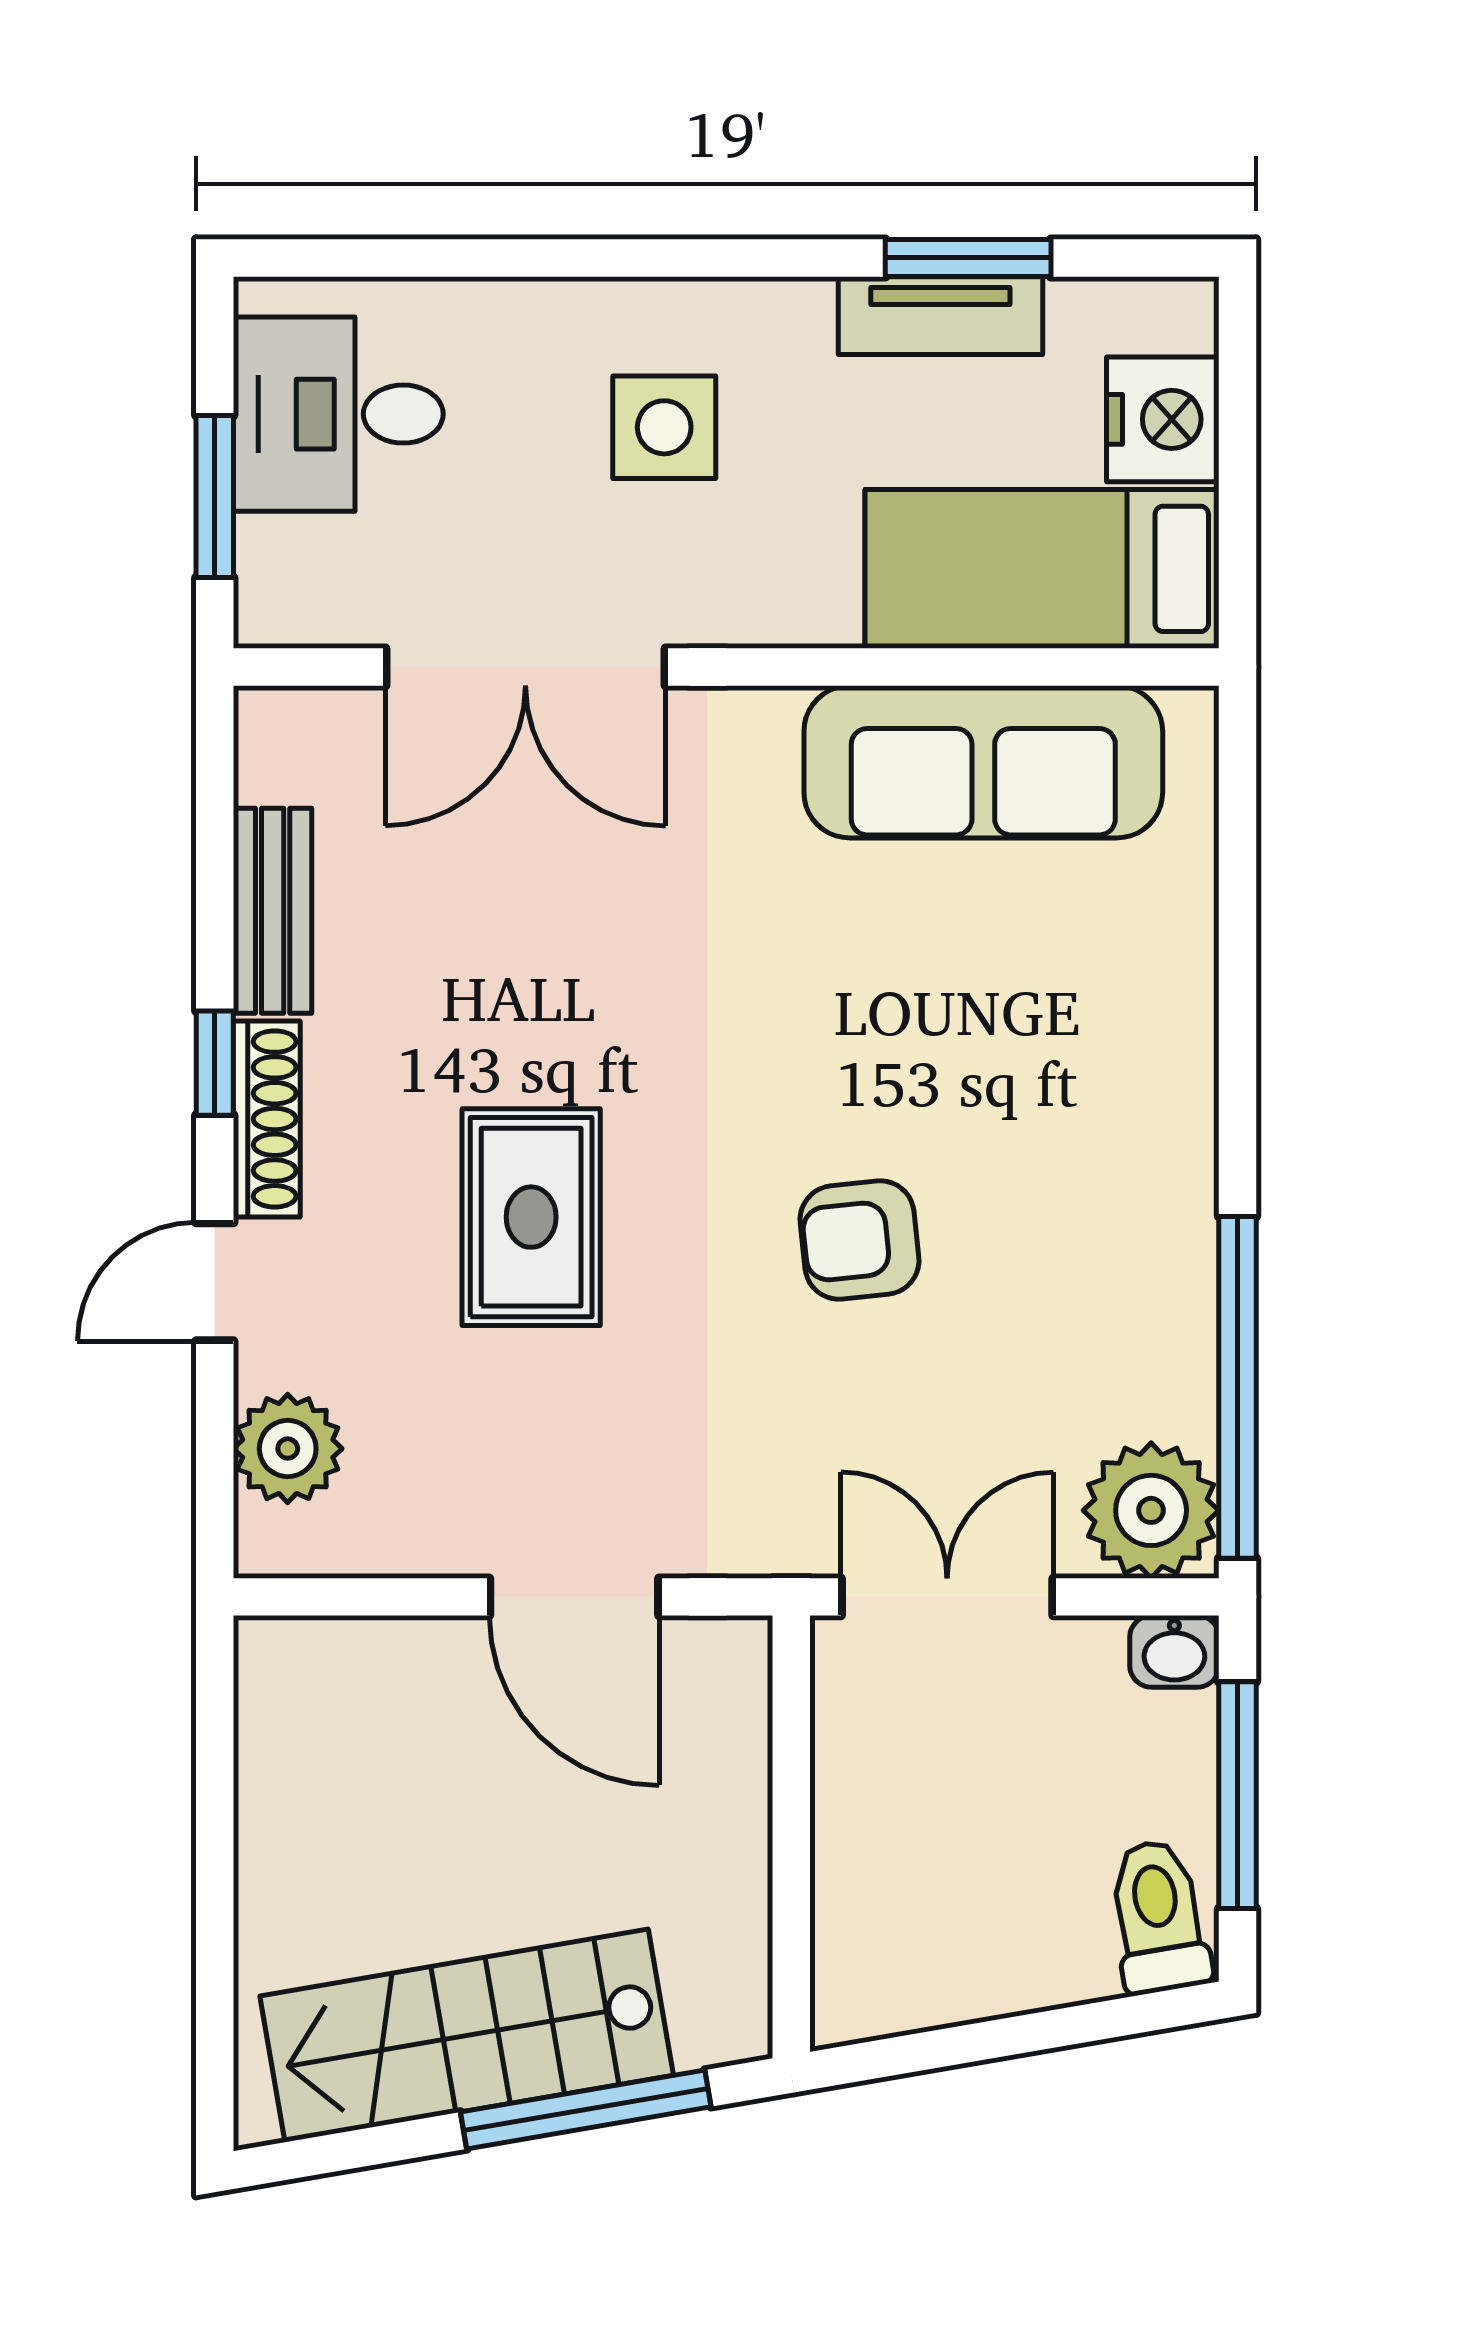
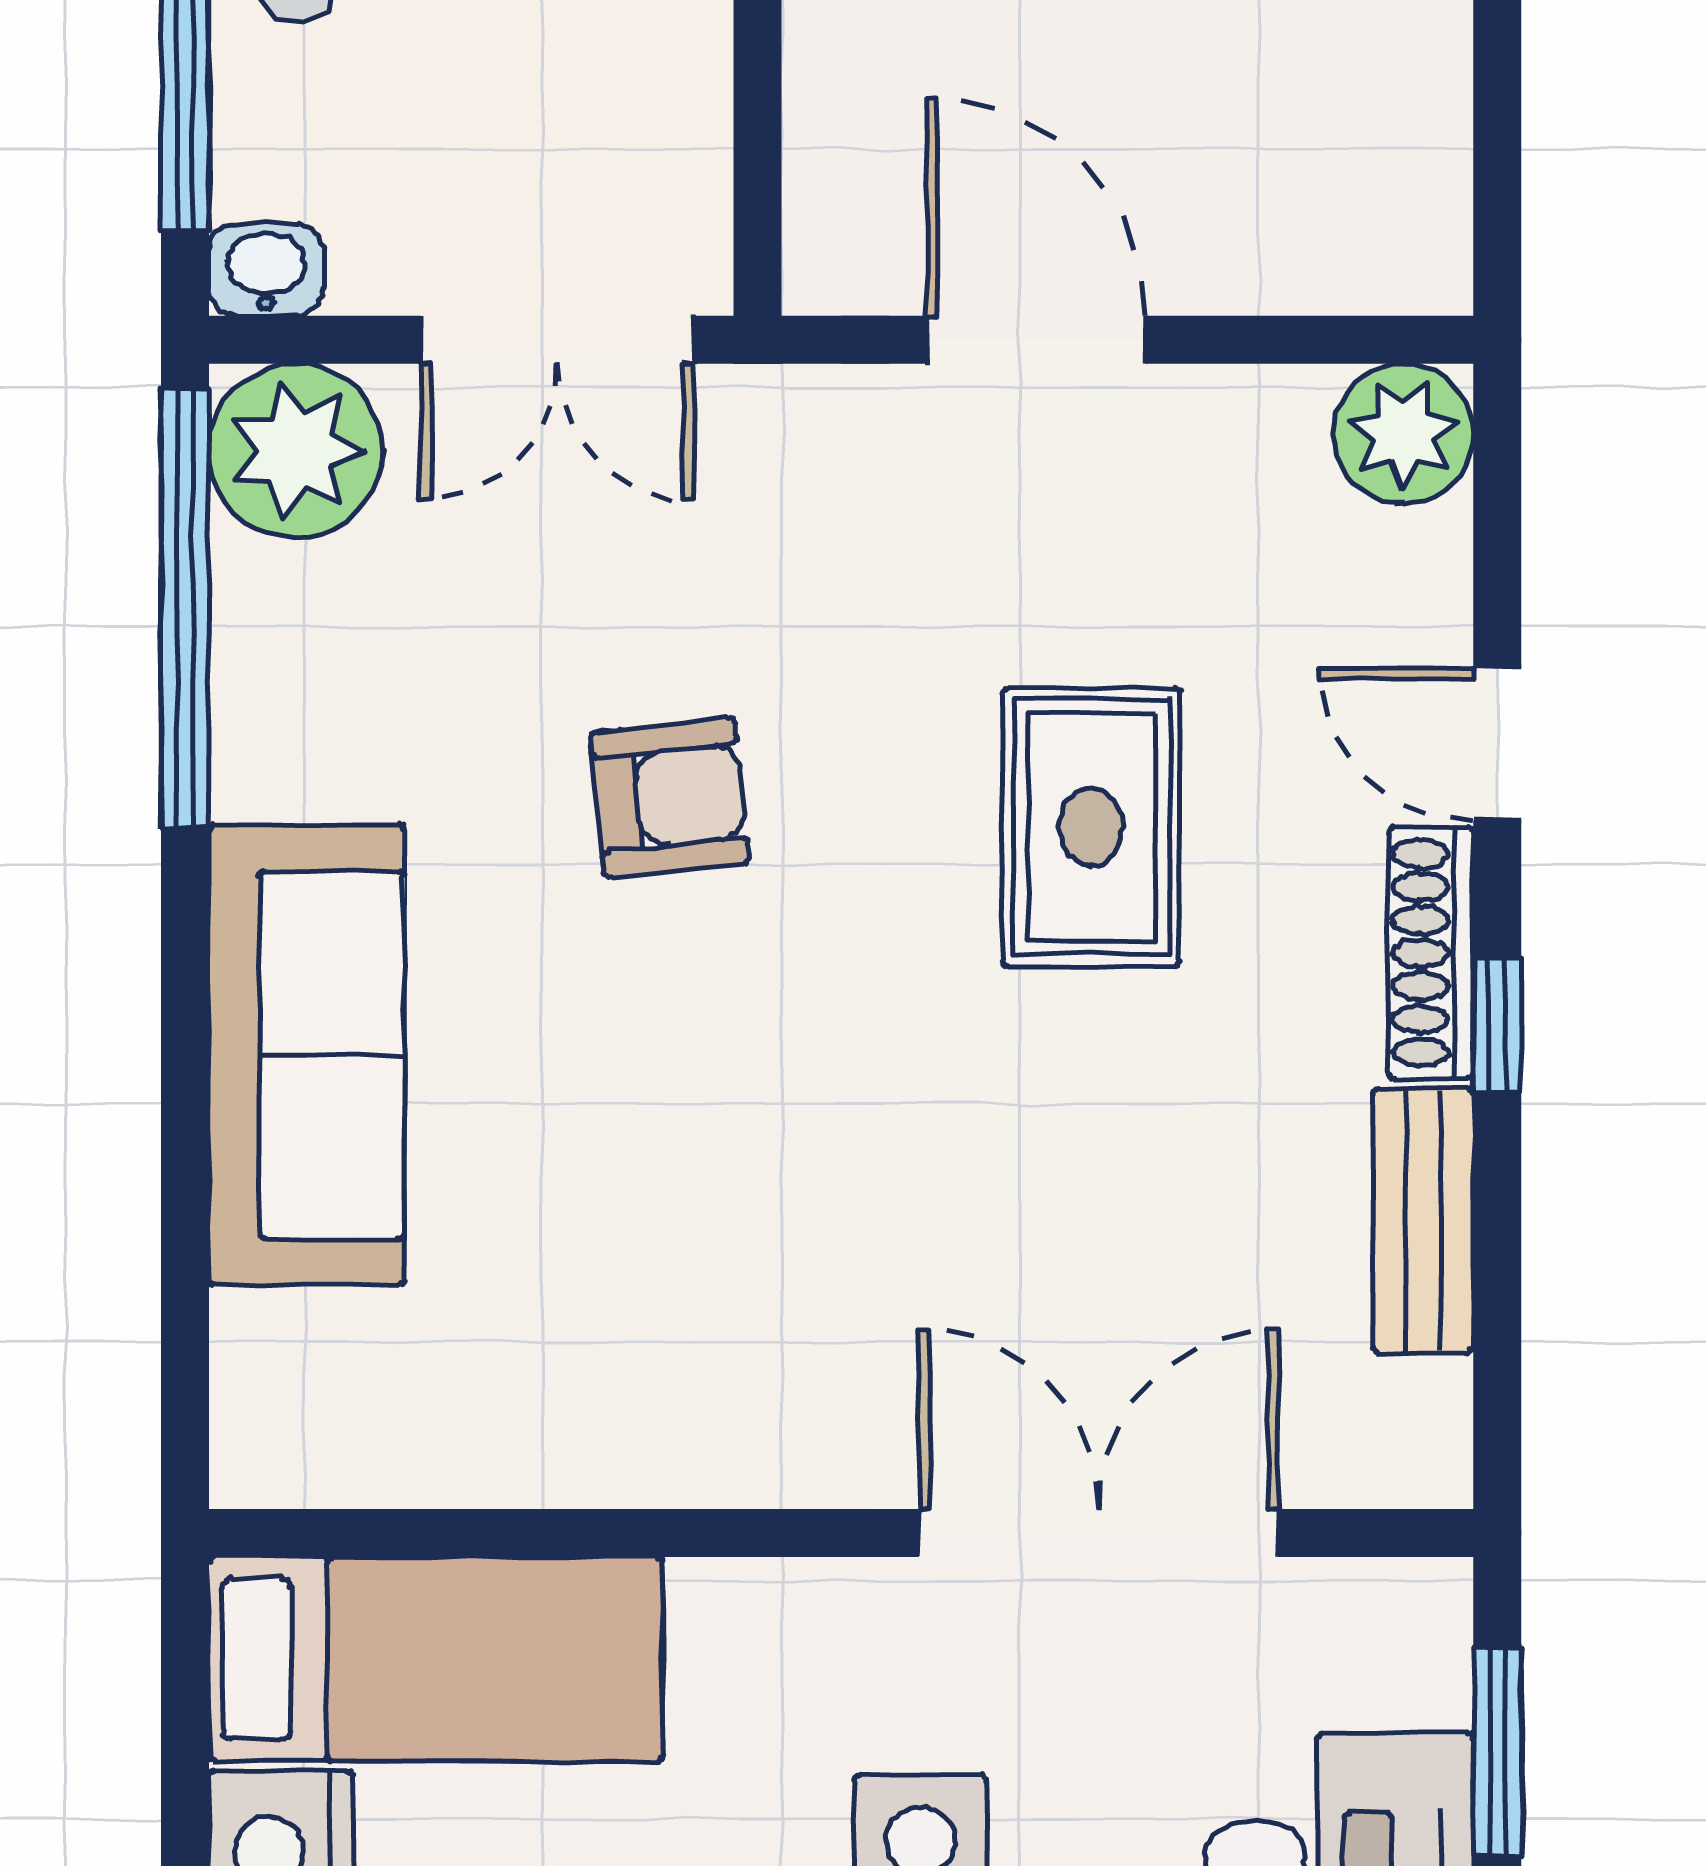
sofa: (983, 762) -> (307, 1055), moved, turned 90
door: (215, 1282) -> (1497, 744), swing flipped
plant: (288, 1449) -> (1404, 434), moved

